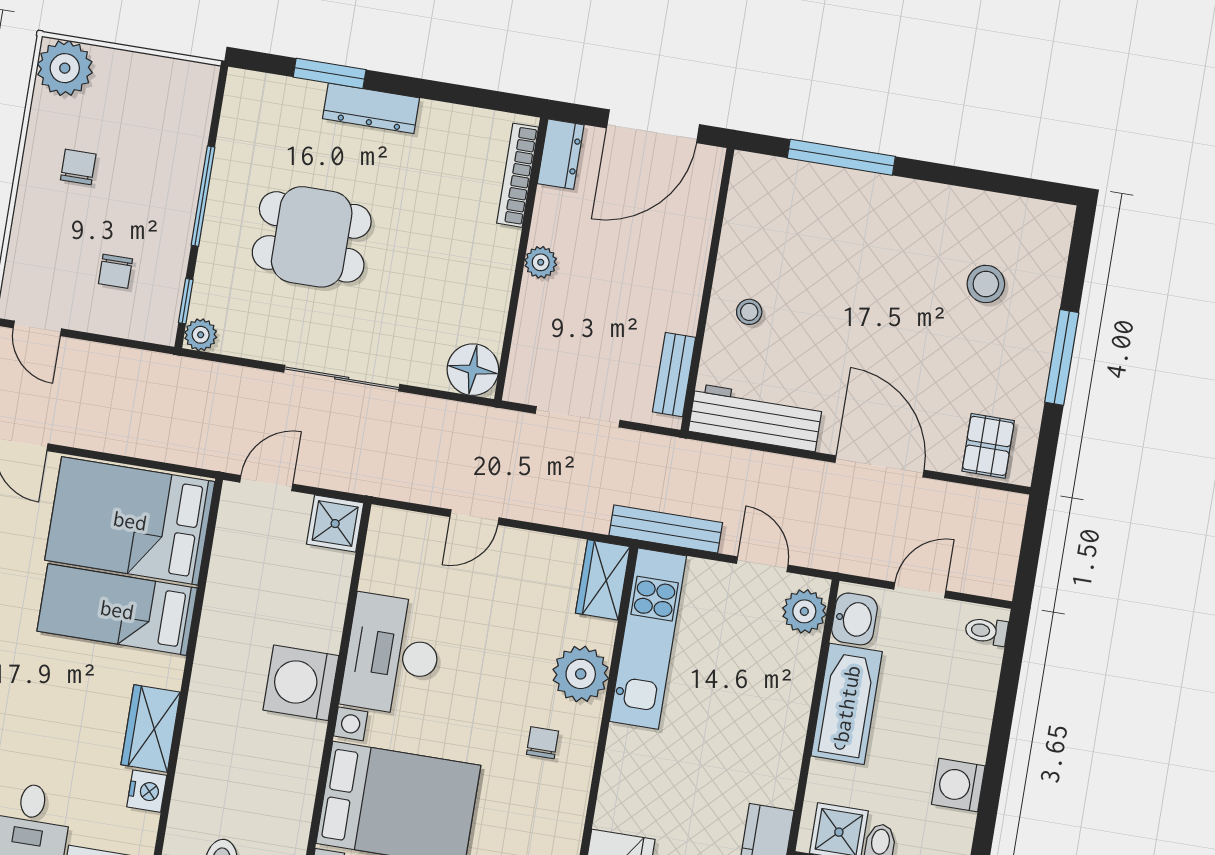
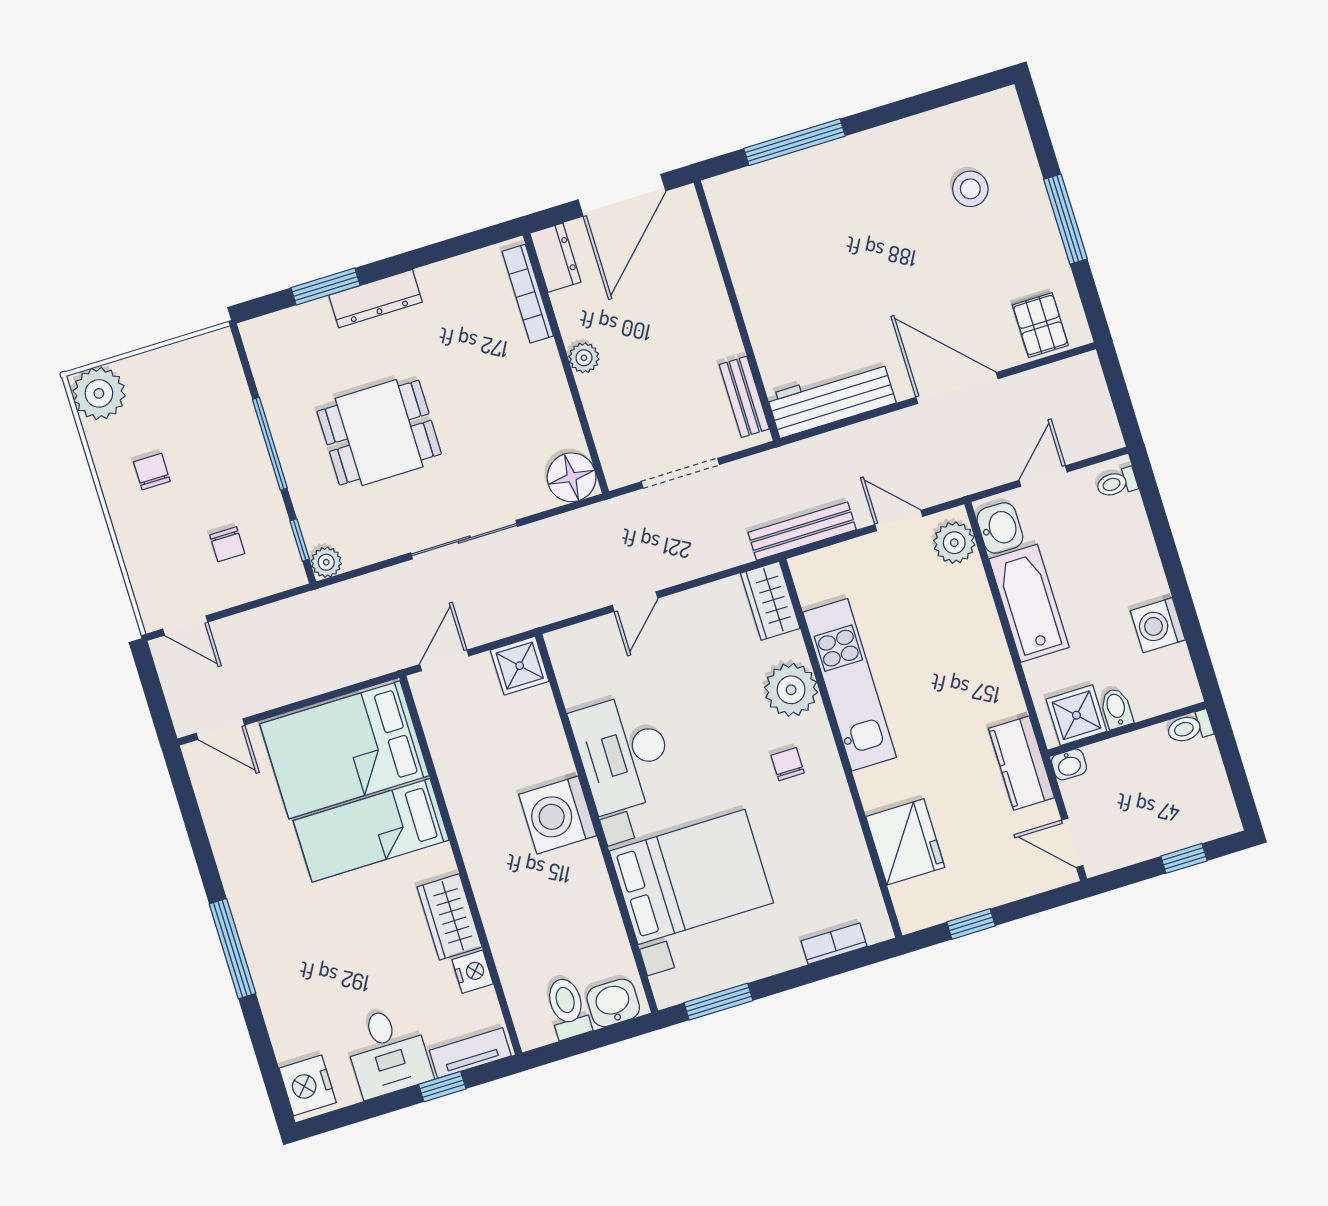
stool: (749, 312) -> (782, 312), removed
kitchen unit: (648, 639) -> (850, 685), moved

